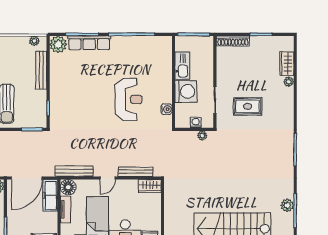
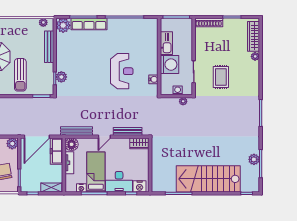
wardrobe: (287, 64) -> (254, 36), width x1.50
plant: (56, 106) -> (61, 77), added
rug: (248, 106) -> (221, 77), turned 90

